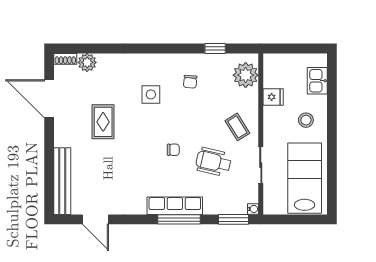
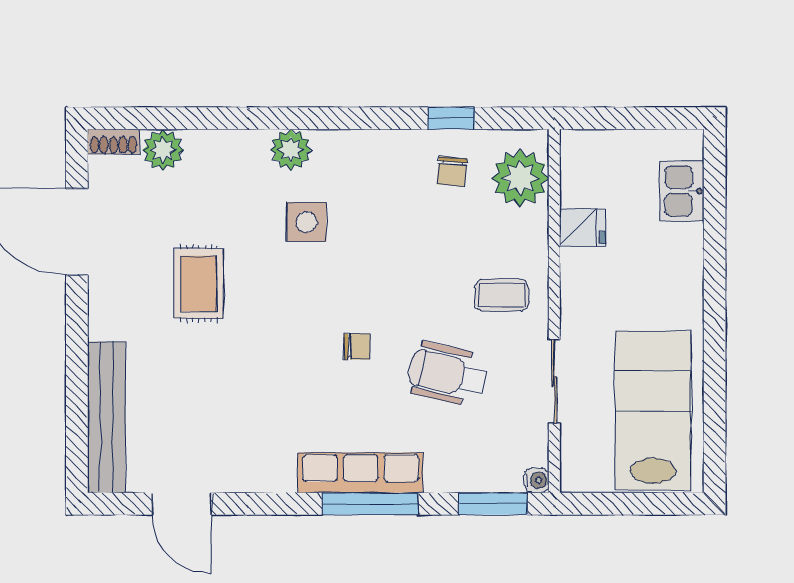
plant: (144, 62) -> (291, 150), added
chair: (190, 82) -> (452, 172), moved
stool: (306, 120) -> (656, 280), removed
coffee table: (237, 127) -> (502, 295), turned -58

